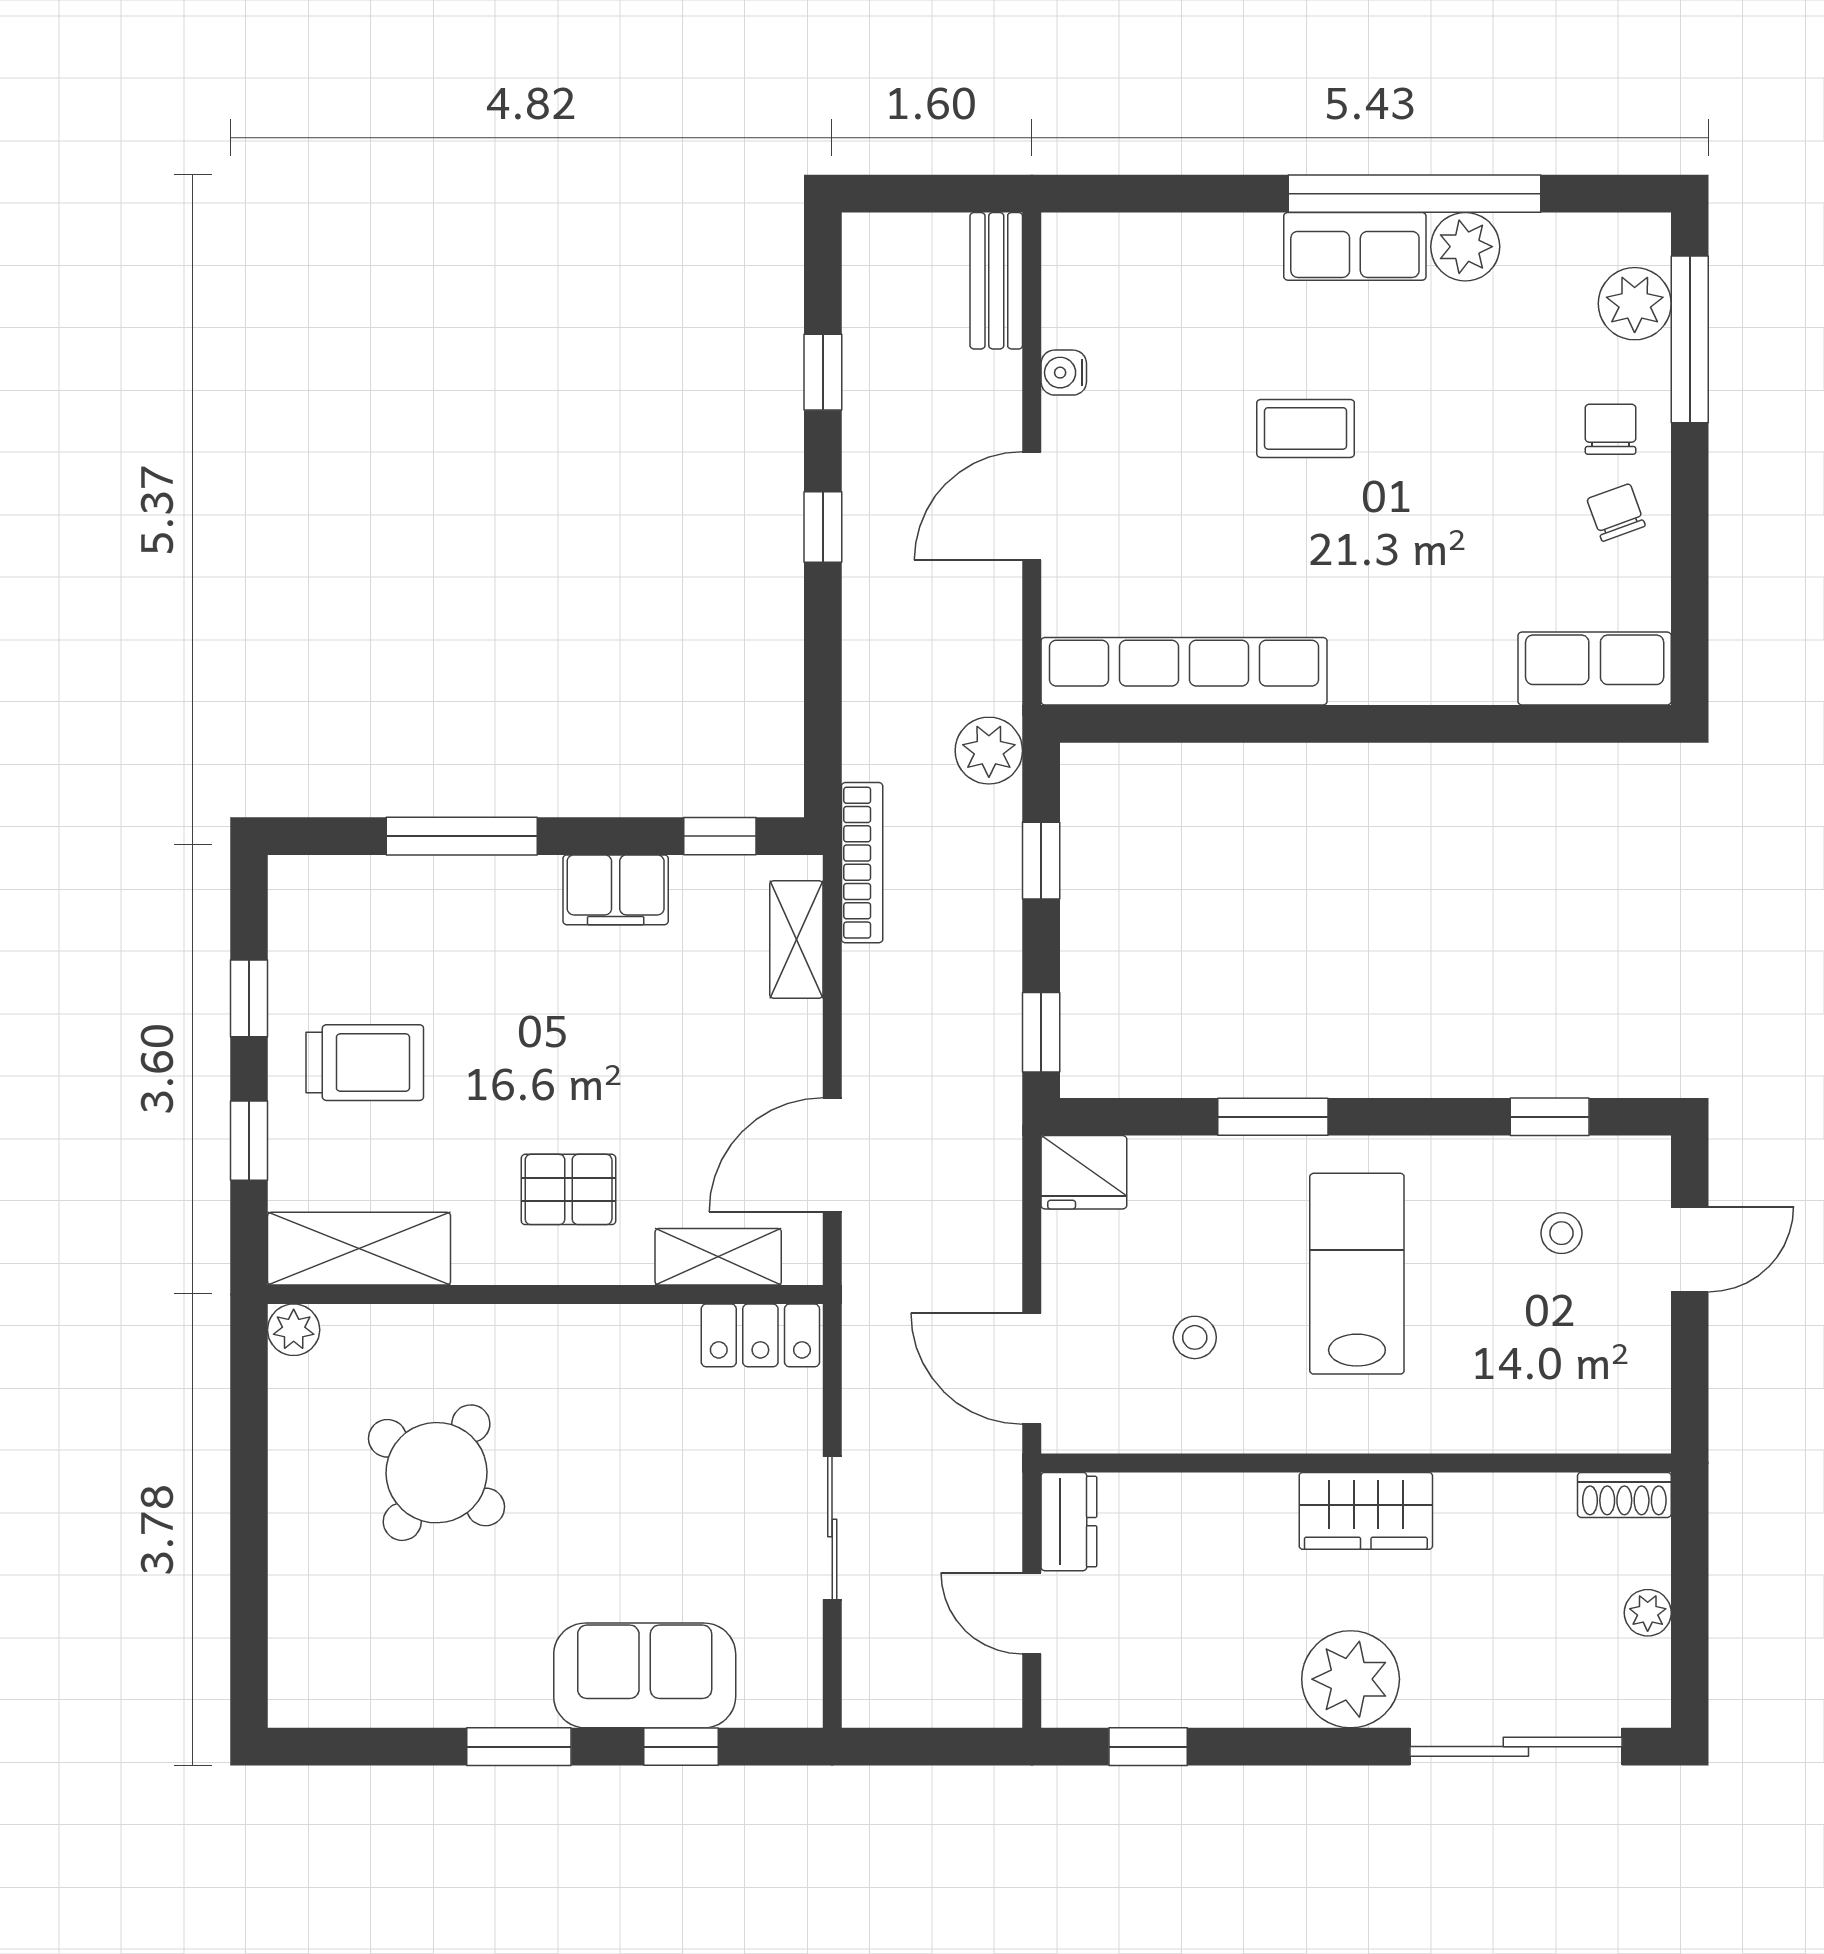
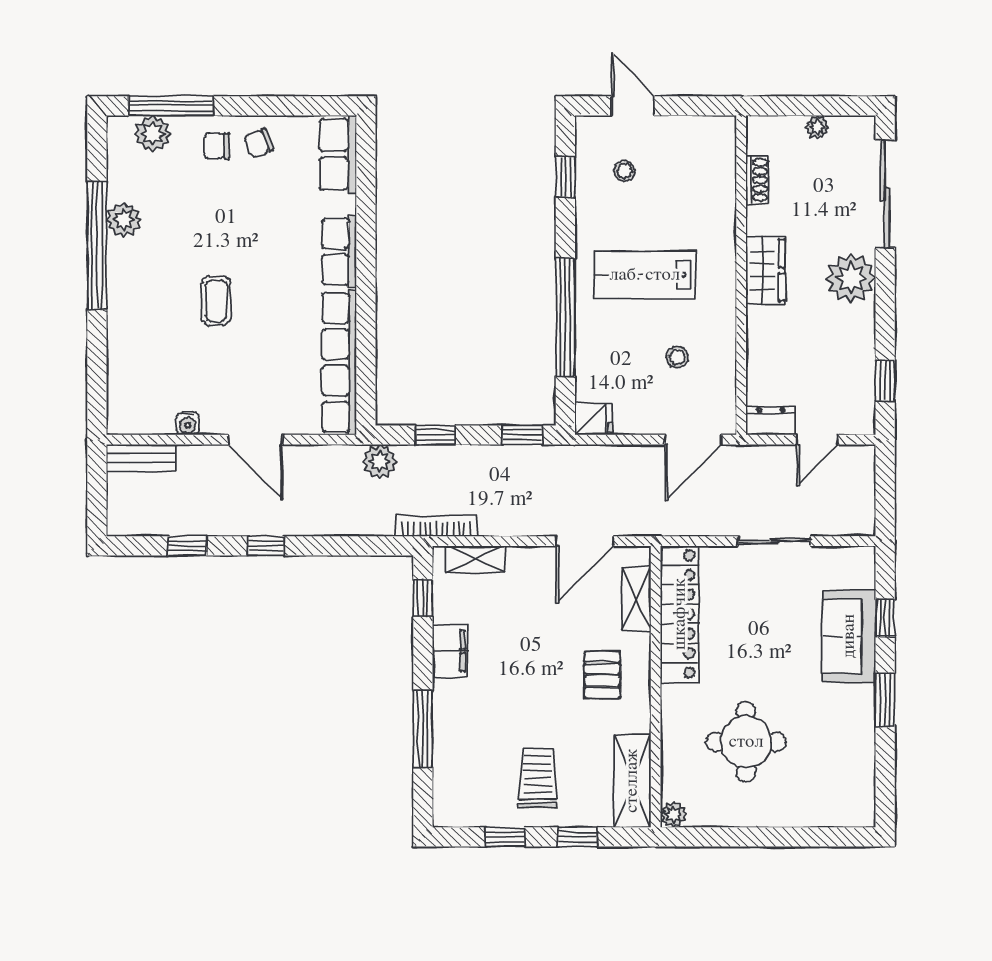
row of seats: (1355, 246) -> (339, 251), moved, turned 180
window: (1273, 1117) -> (565, 317), width x2.11
door: (832, 1155) -> (585, 541), hinge flipped
fridge: (1084, 1172) -> (594, 419), width x0.72
locker: (760, 1335) -> (680, 614), width x2.16, depth x1.21
round table: (437, 1473) -> (746, 742), turned -35
shoe rack: (1624, 1495) -> (757, 180), moved

